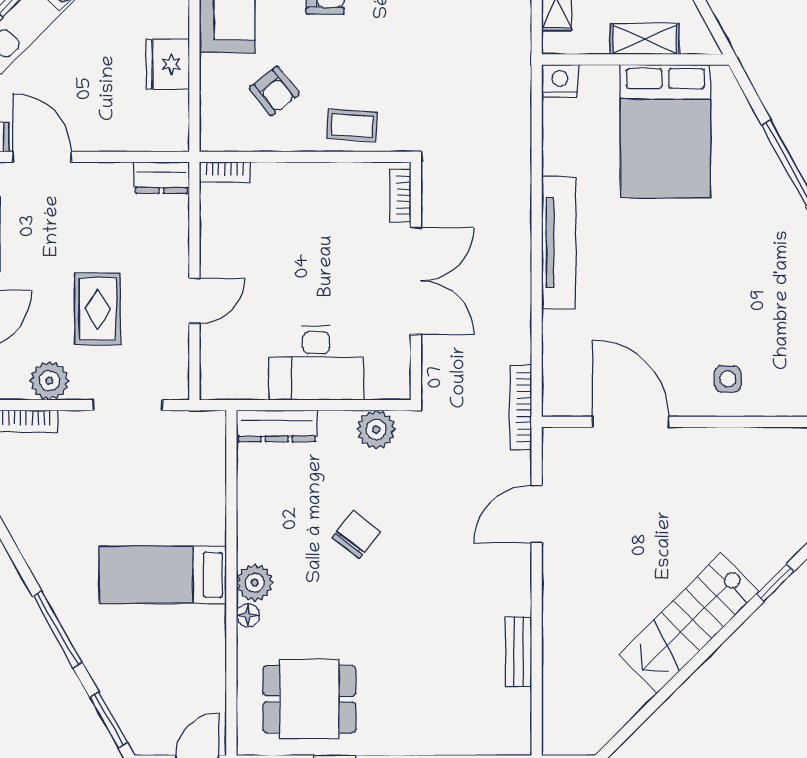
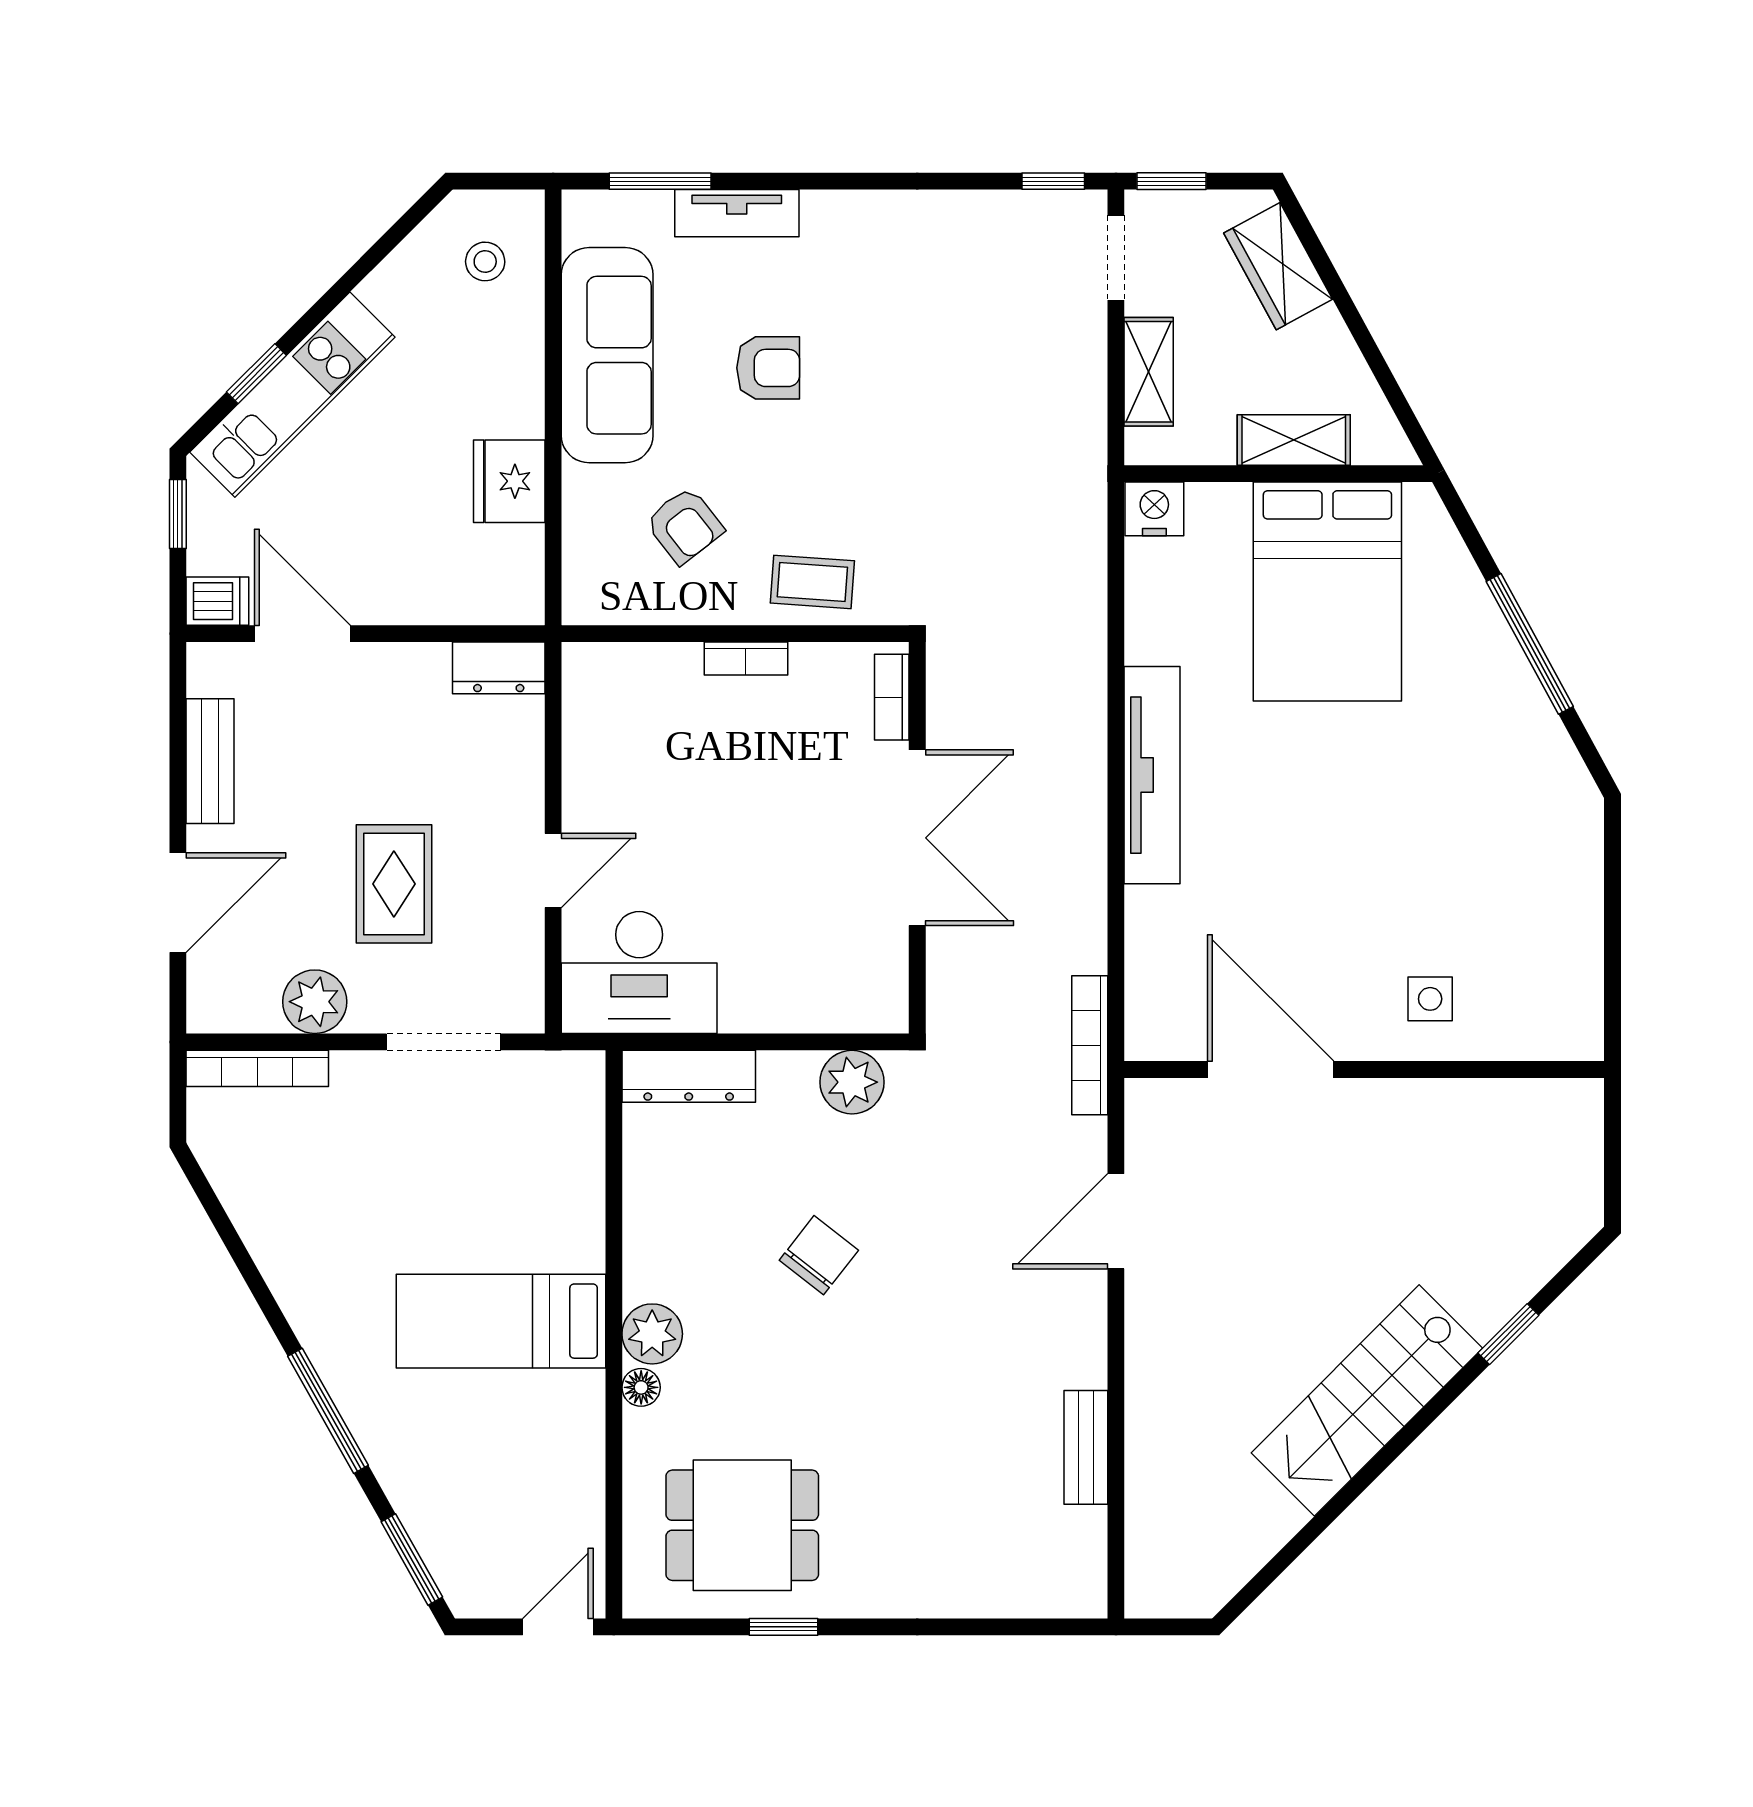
bookcase: (225, 172) -> (746, 659), moved
desk: (316, 363) -> (639, 973), moved

